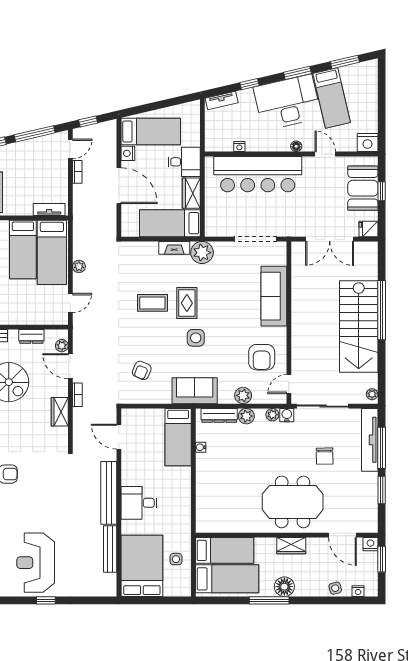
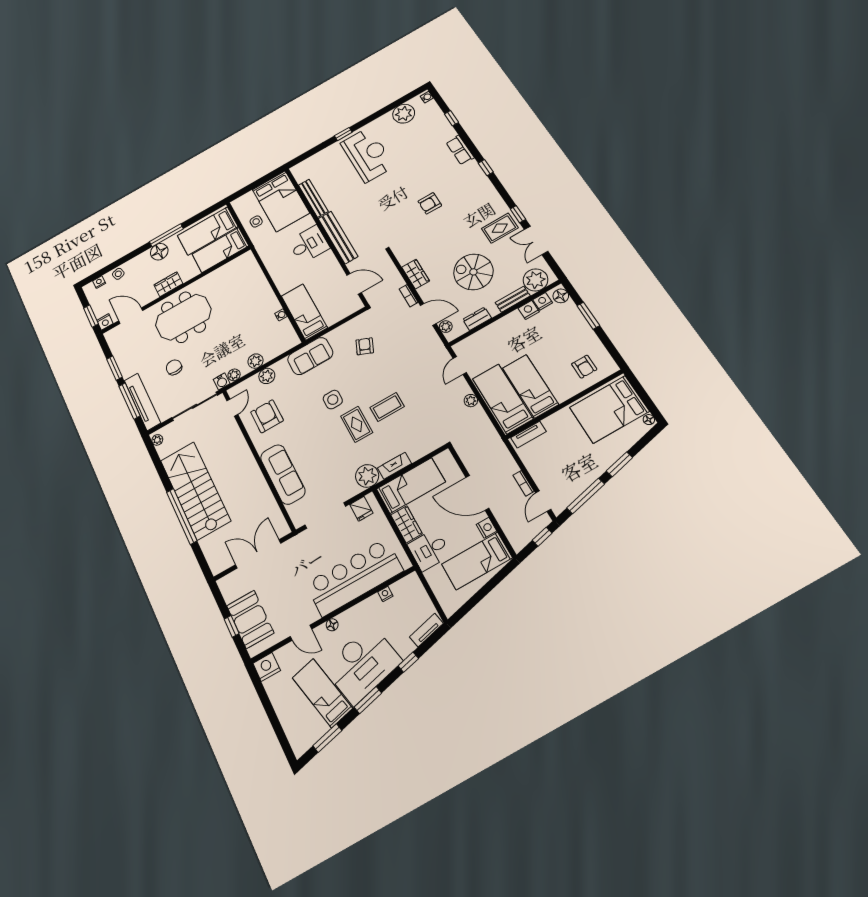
fridge: (368, 229) -> (361, 509), moved, turned 90
dresser: (219, 415) -> (279, 349), removed

